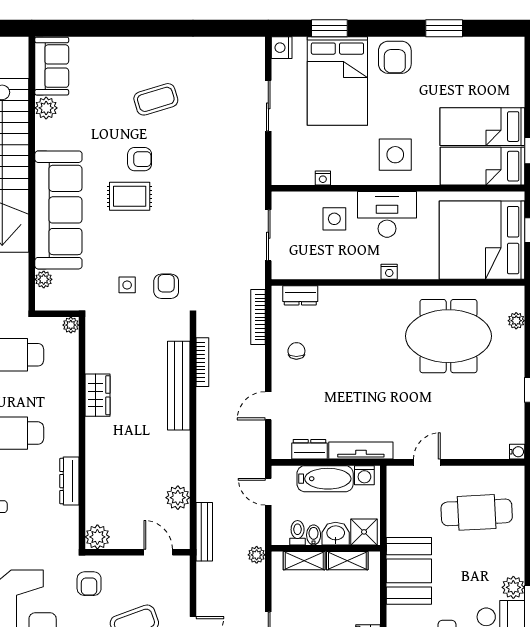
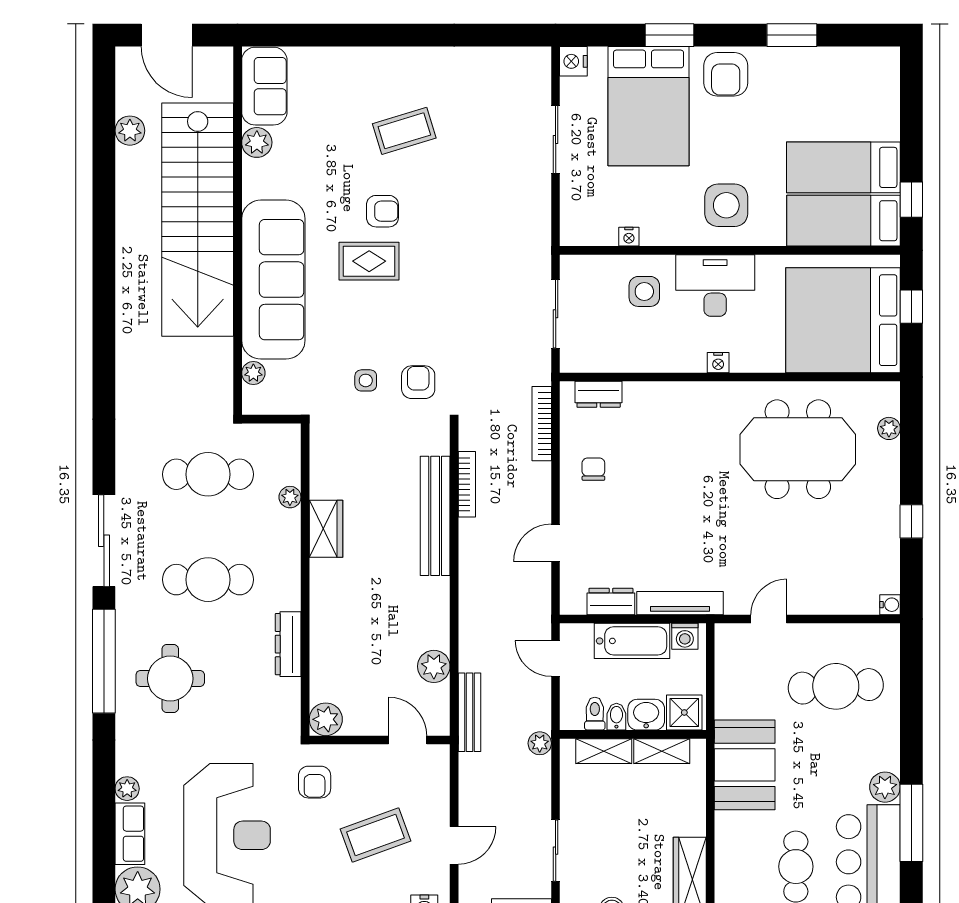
window: (329, 28) -> (669, 35), moved
plant: (71, 325) -> (290, 497), moved

